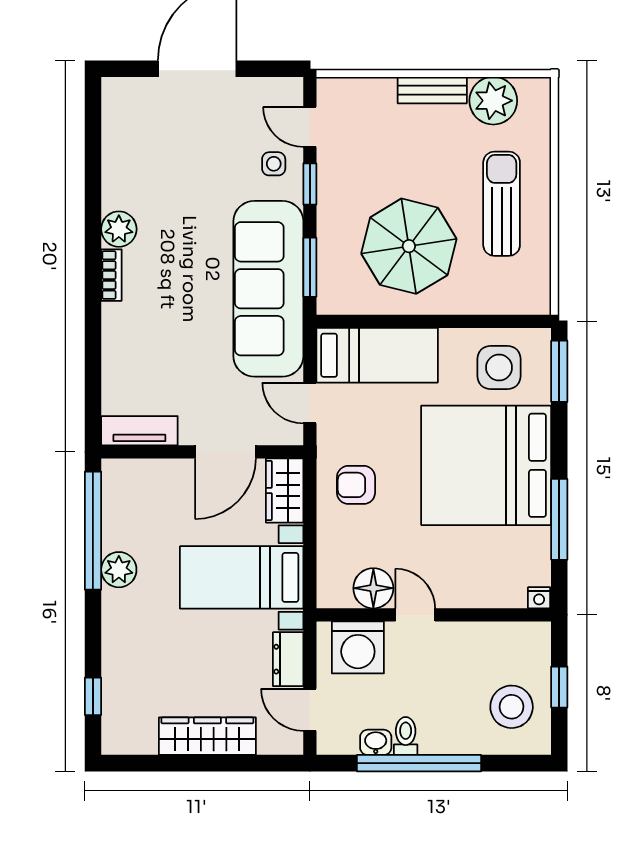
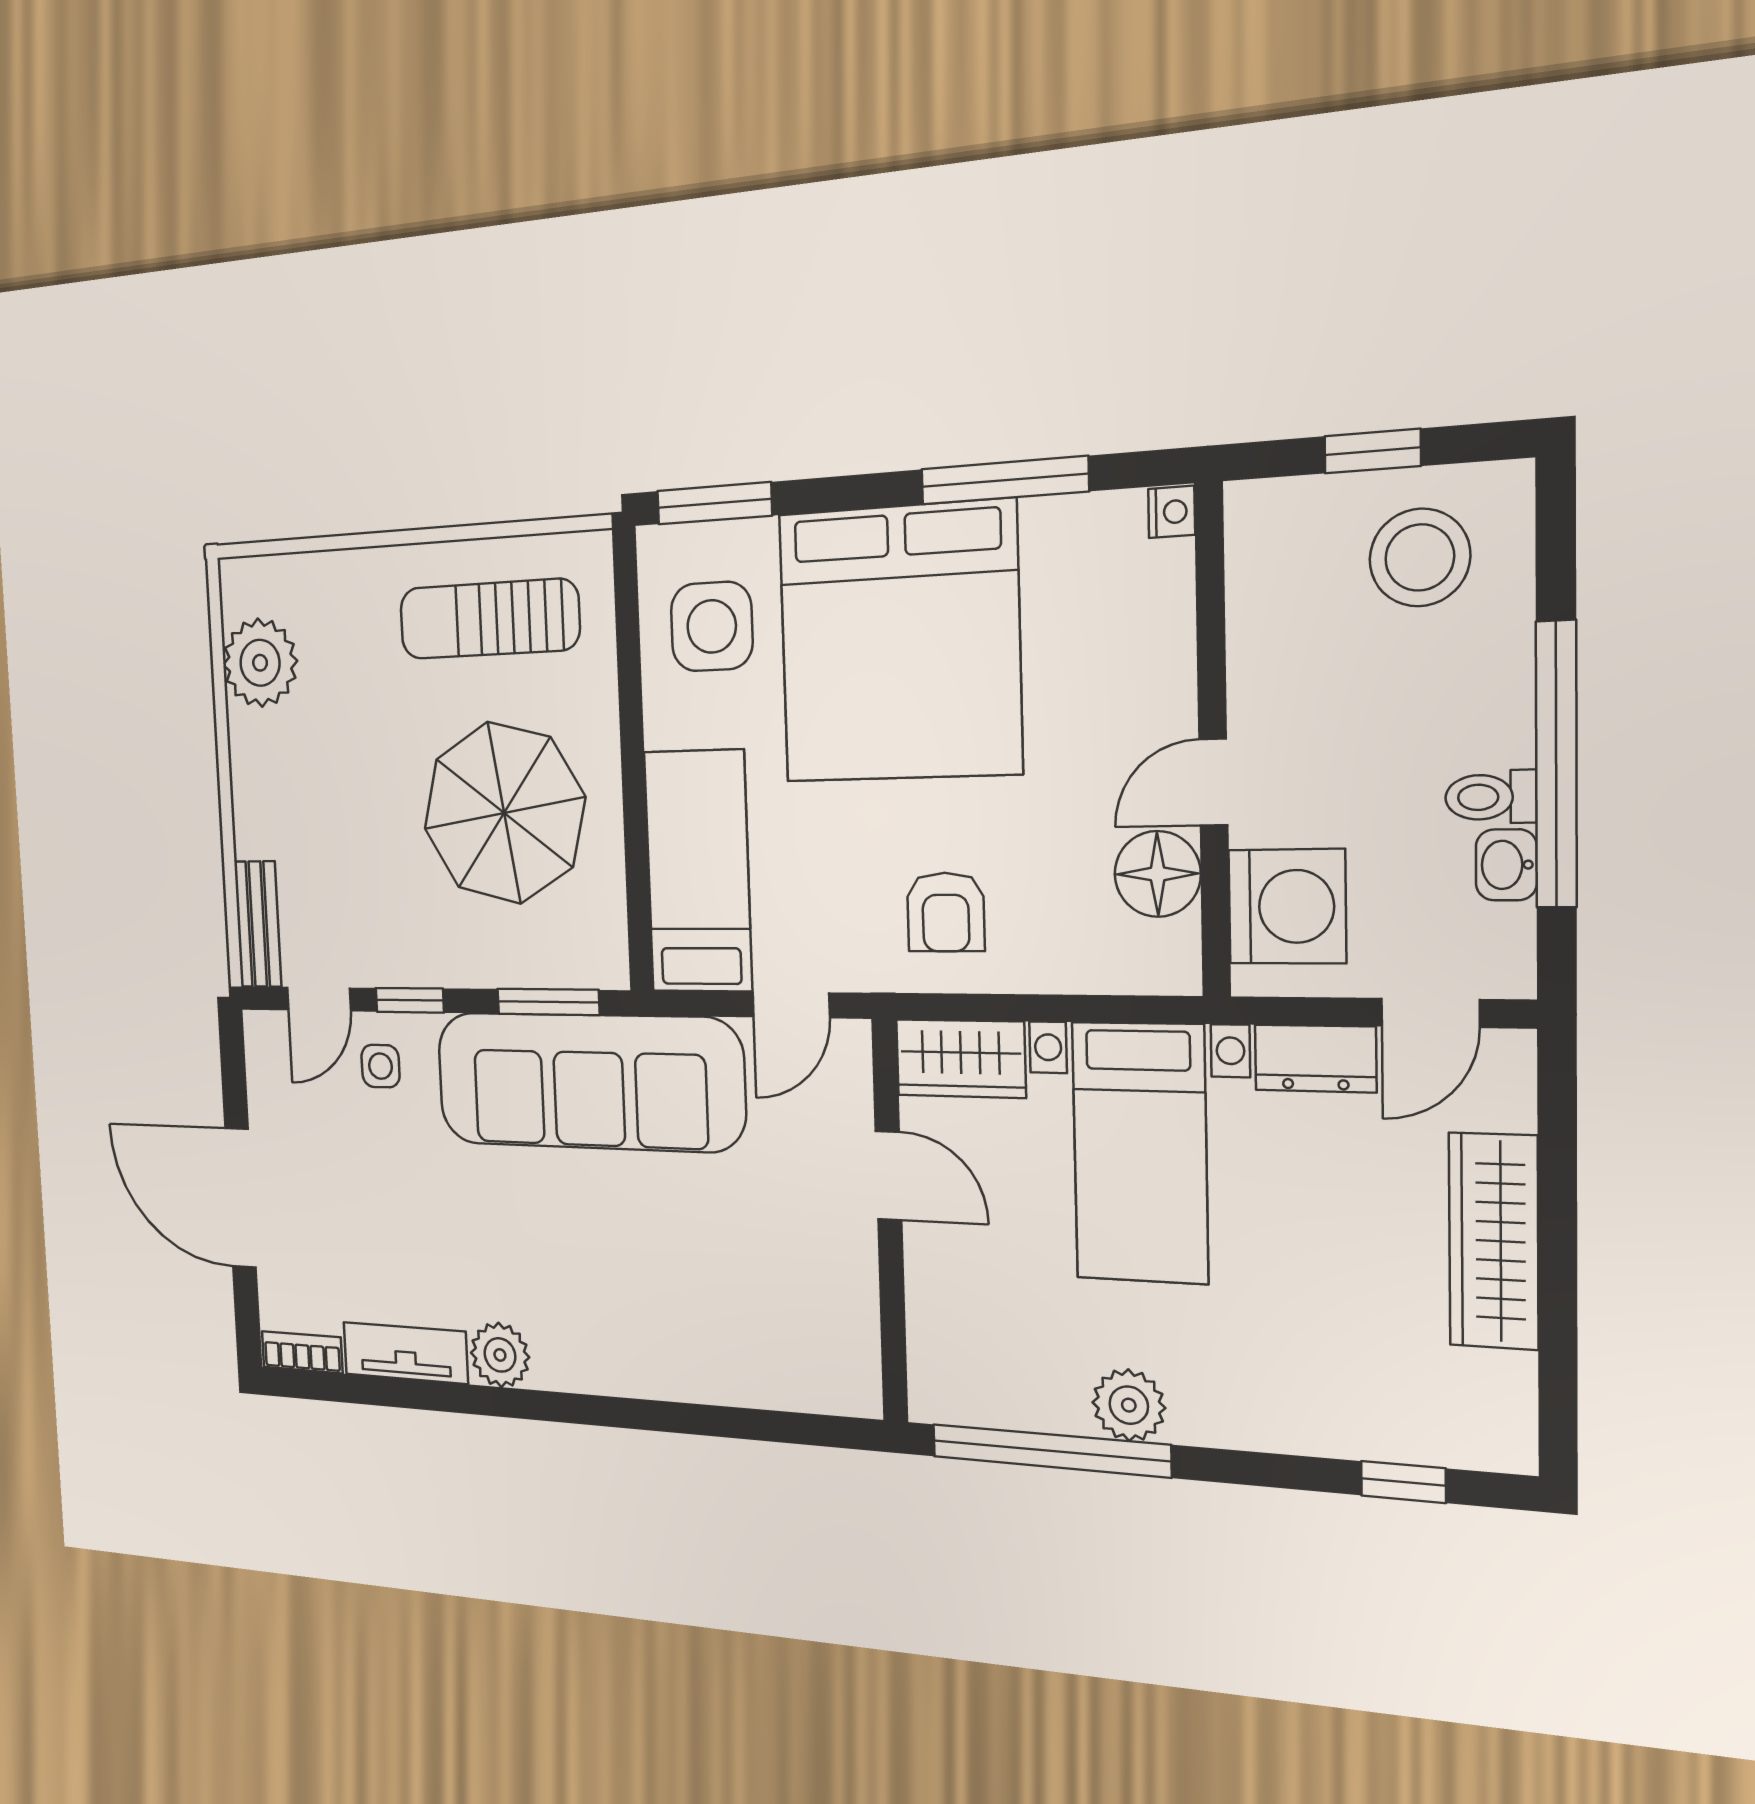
bench: (432, 90) -> (258, 924), moved
sun lounger: (502, 204) -> (489, 619), moved
bookcase: (111, 275) -> (302, 1352), moved
tv unit: (139, 431) -> (405, 1353), moved, turned 90
door: (225, 452) -> (888, 1175), width x0.73

